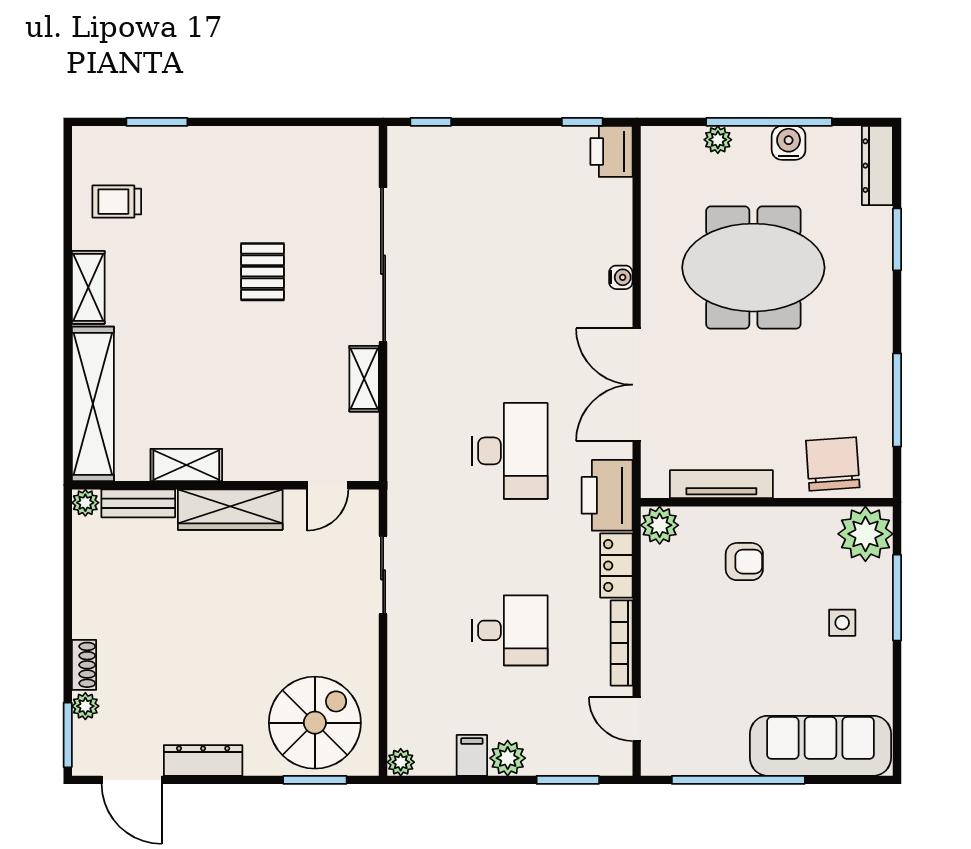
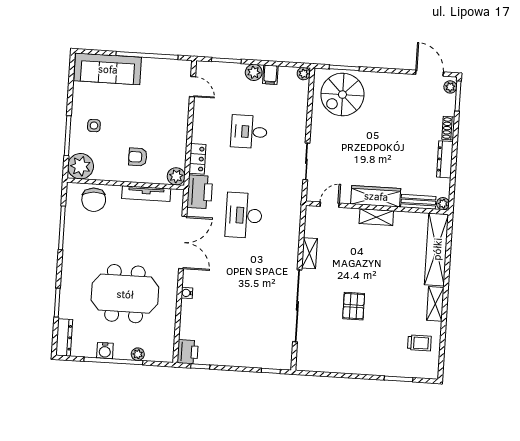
shelving: (186, 465) -> (376, 217), moved
bookcase: (622, 643) -> (197, 123), removed
plant: (85, 706) -> (450, 87), moved
dresser: (203, 760) -> (445, 159), moved, turned 90

